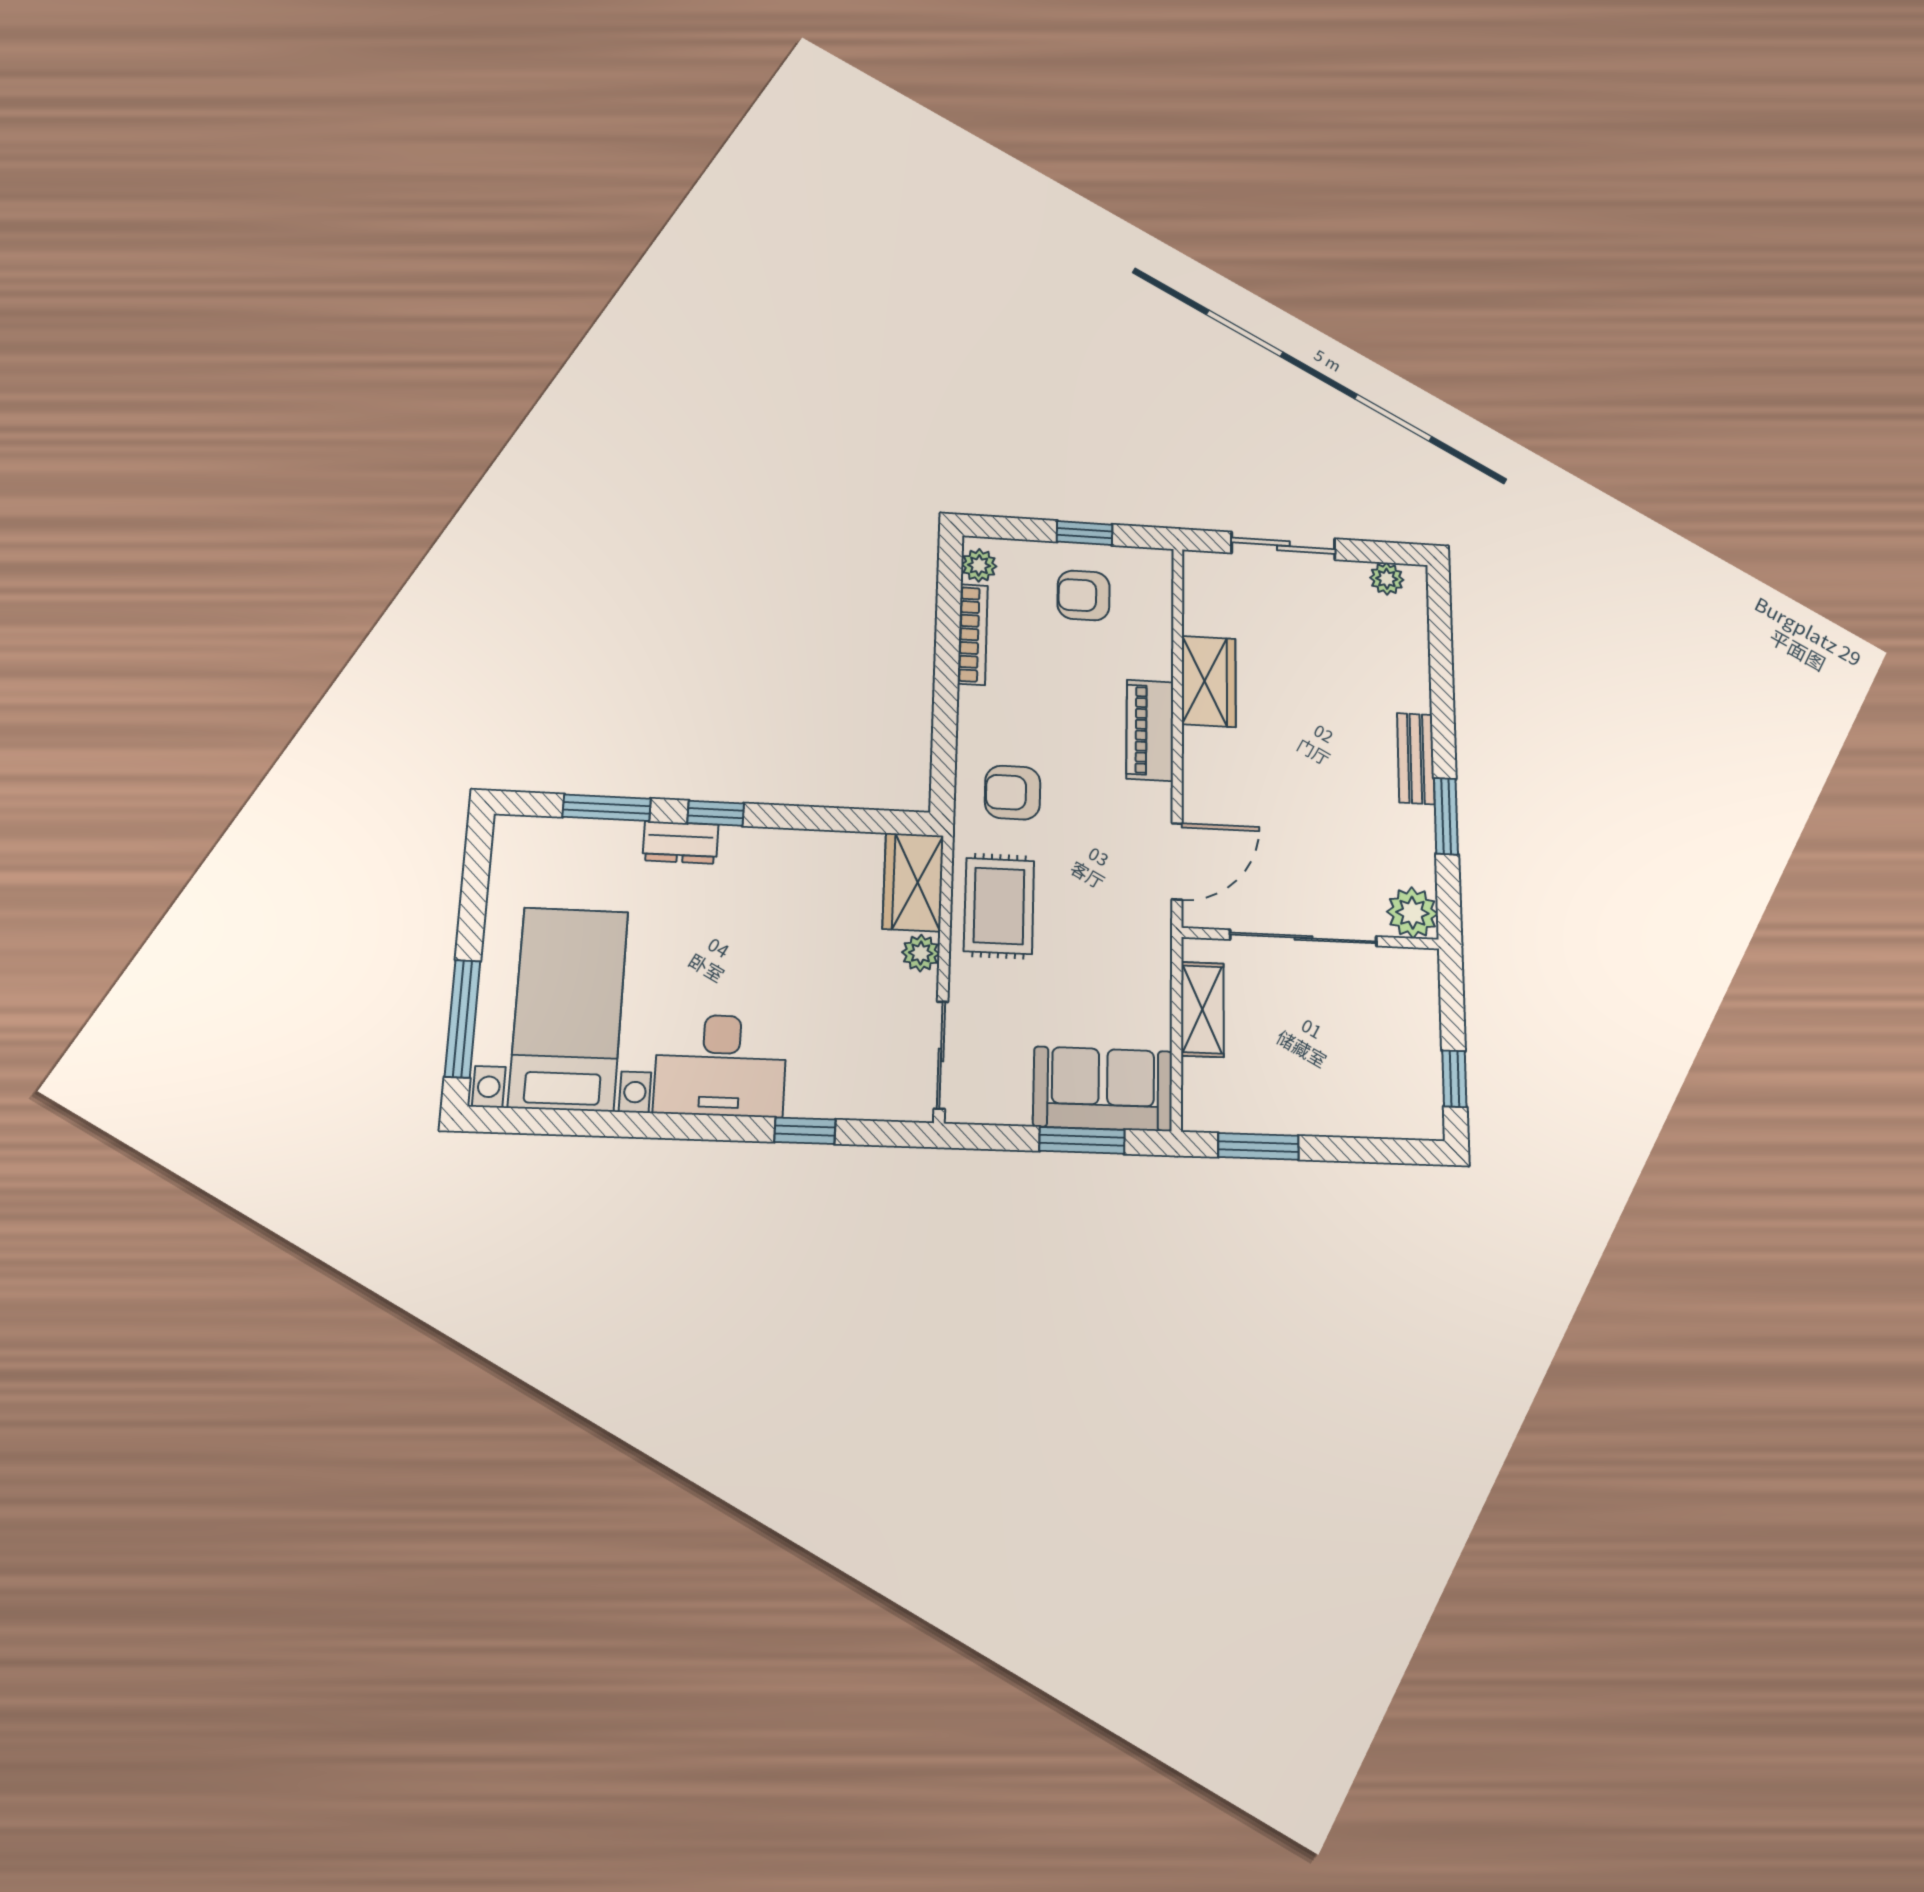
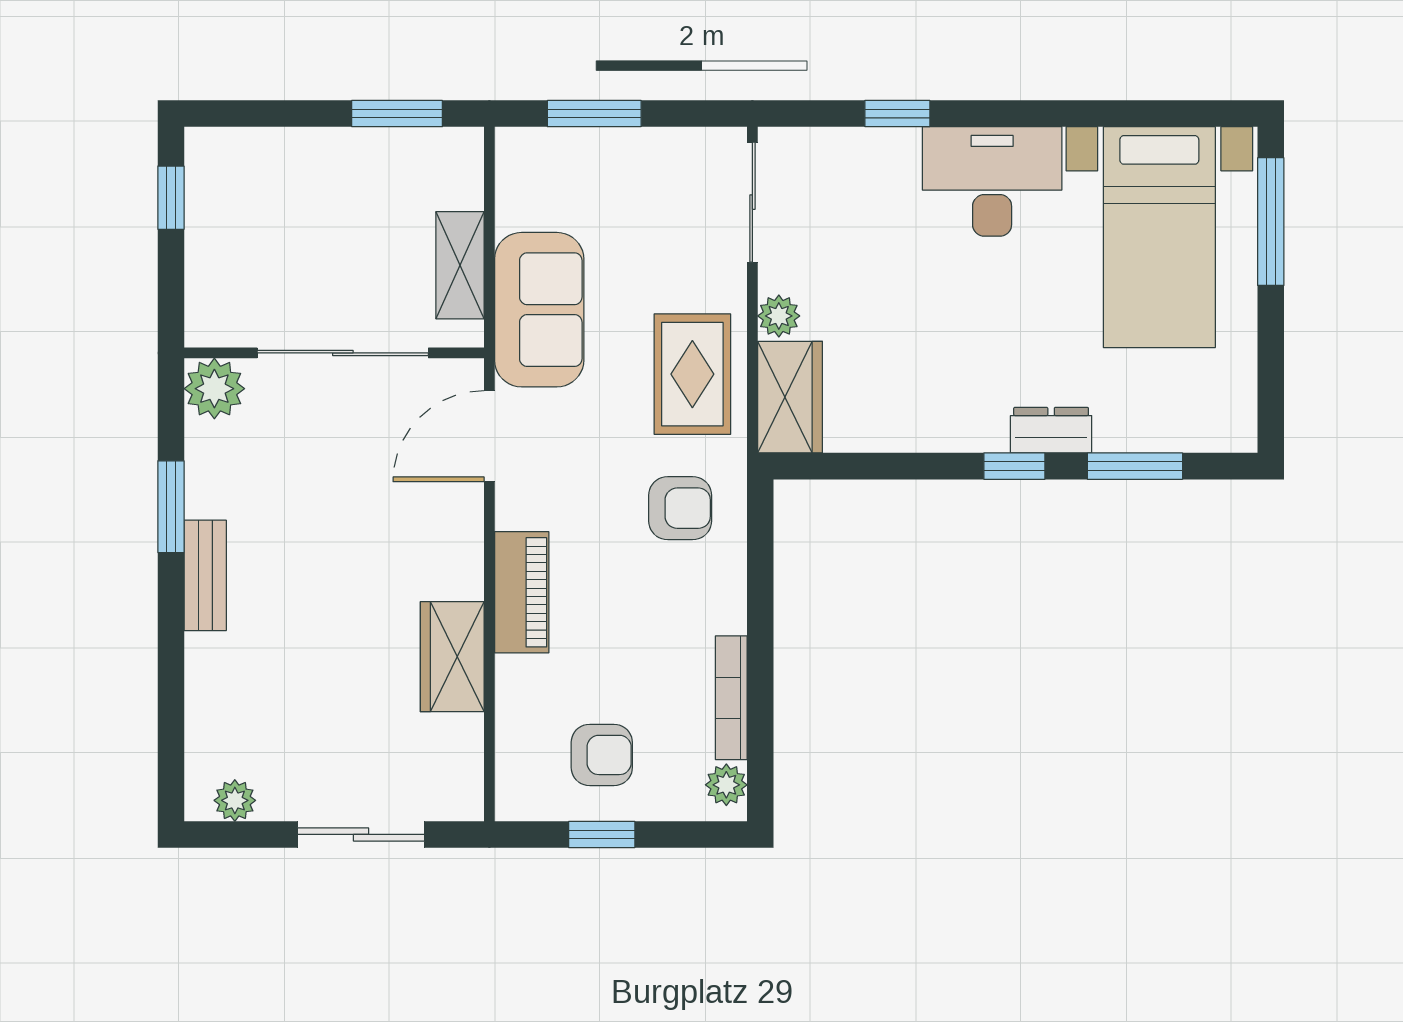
sofa: (1103, 1089) -> (539, 310), moved, turned -90

